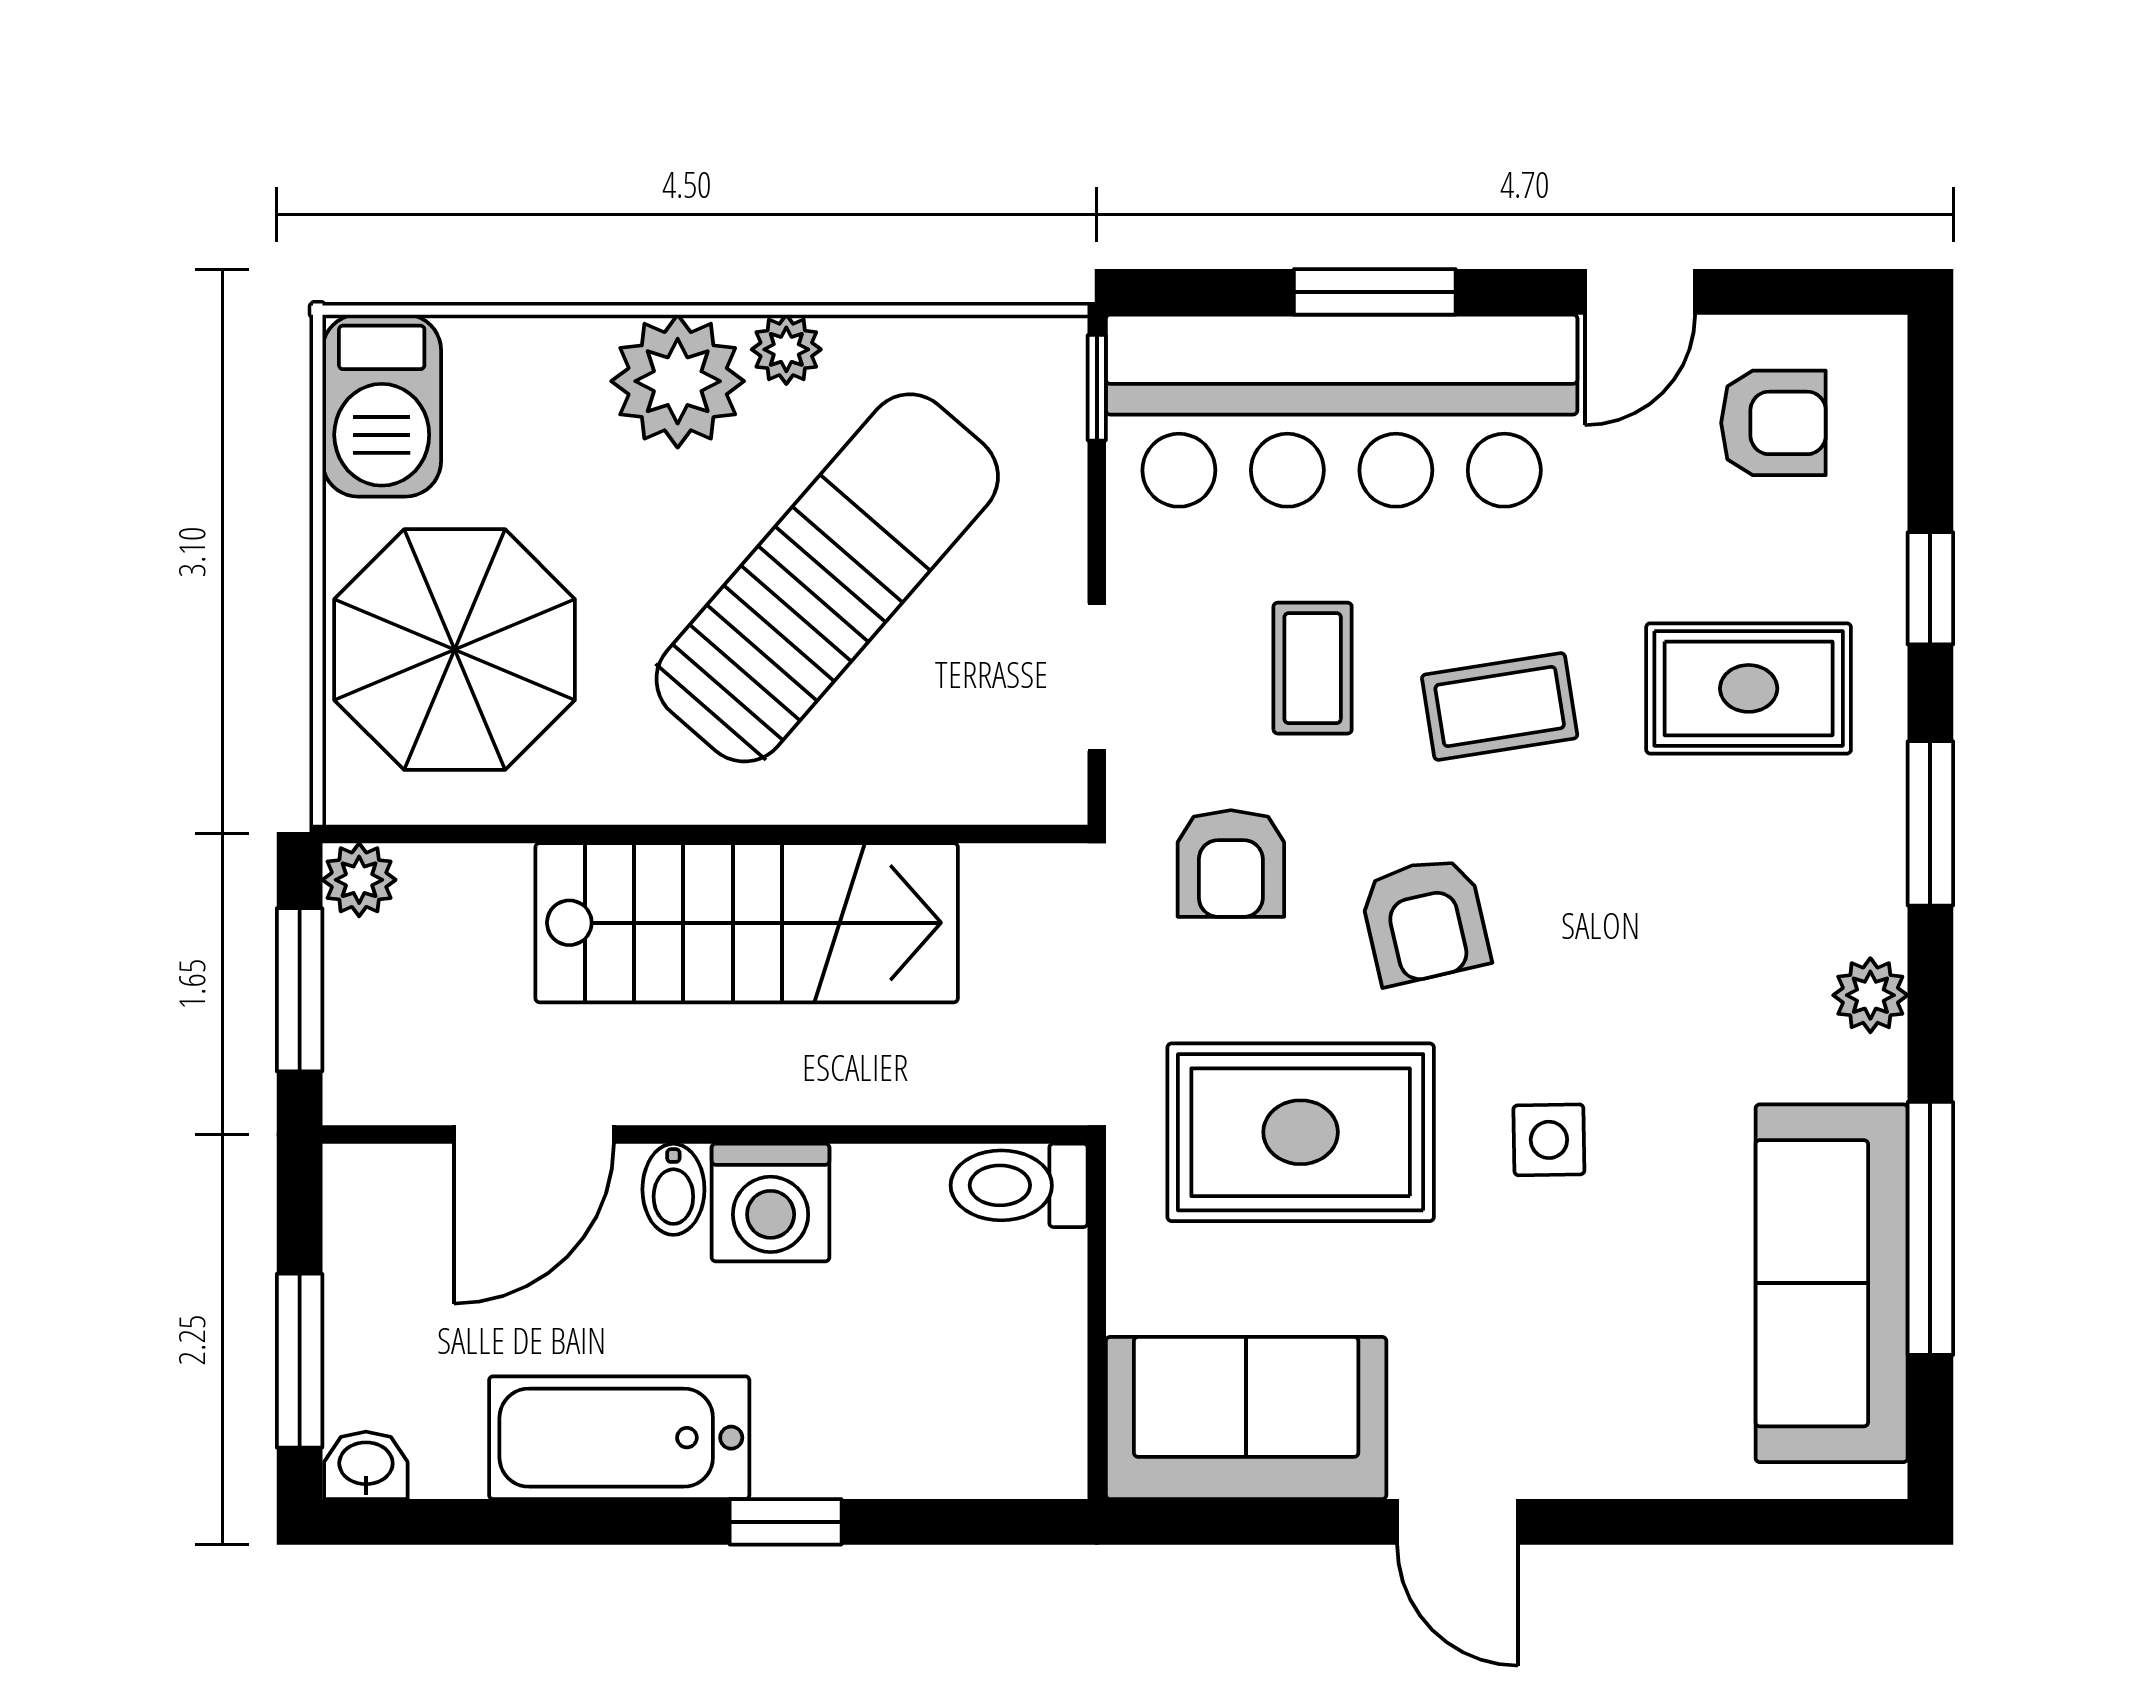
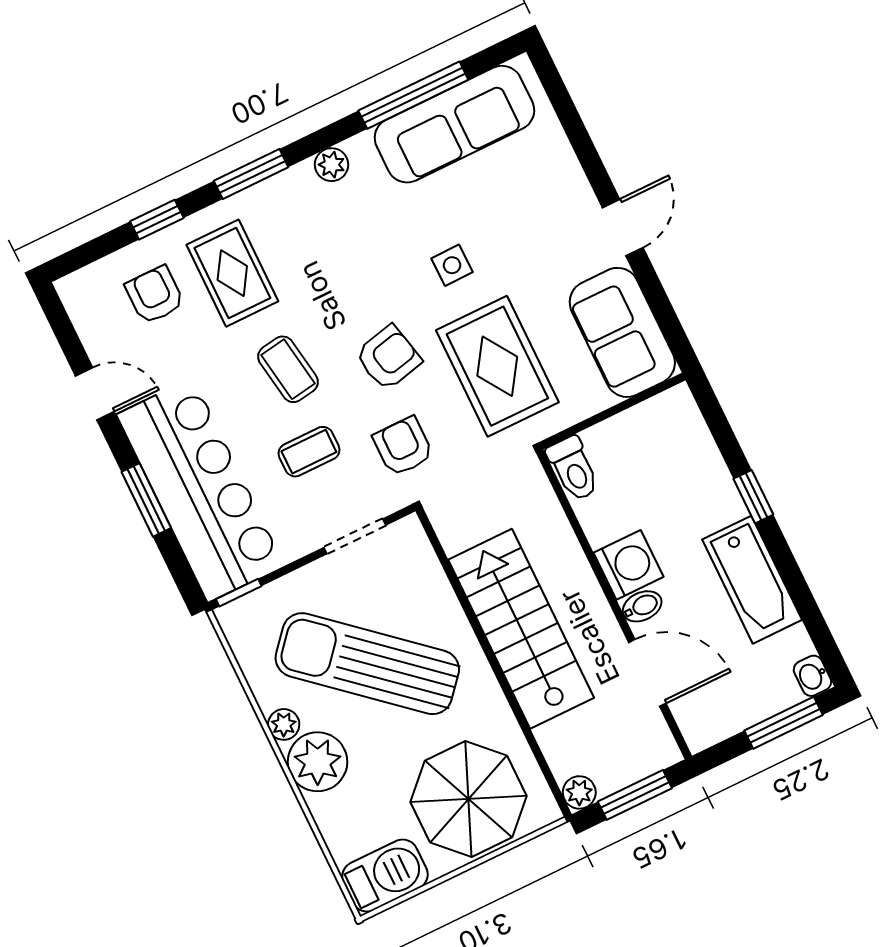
armchair: (1773, 423) -> (155, 295), moved
armchair: (1231, 864) -> (403, 446), turned -90

